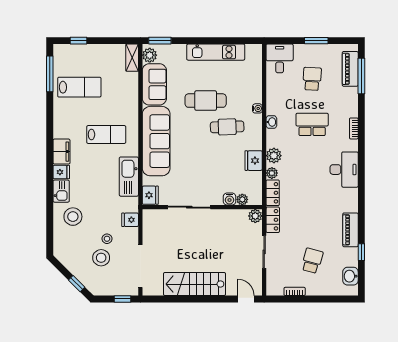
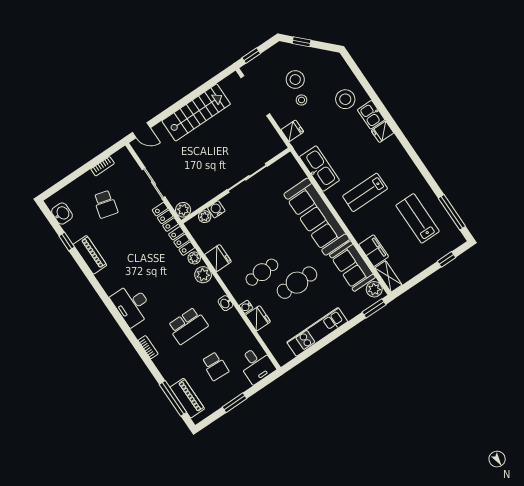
lab bench: (79, 87) -> (418, 218), turned 90
filing cabinet: (61, 152) -> (374, 251), moved, turned 180
fridge: (150, 195) -> (258, 318), moved, turned 180

